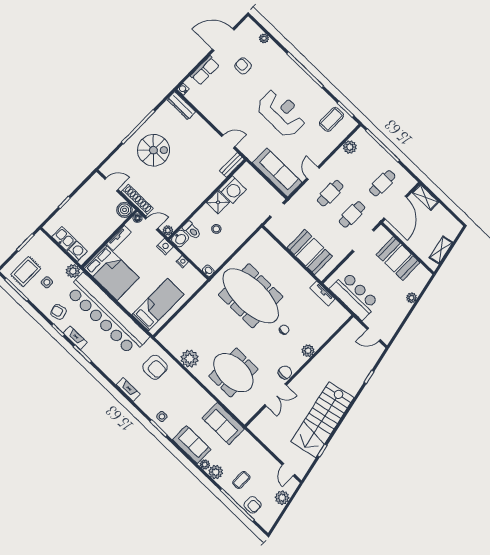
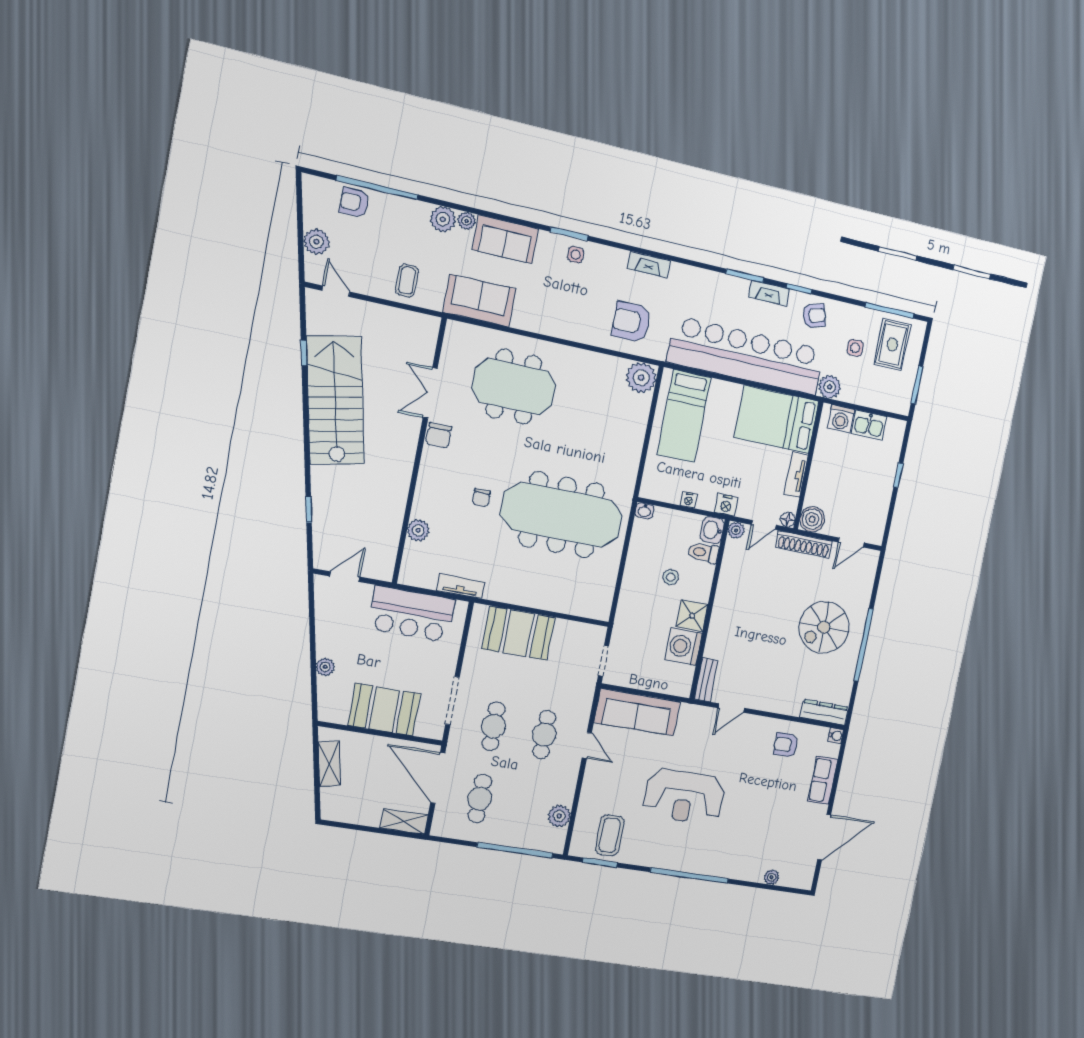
armchair: (243, 66) -> (786, 745), moved, turned 180
plant: (308, 351) -> (418, 530), moved
plant: (190, 359) -> (641, 378), moved
coffee table: (241, 480) -> (407, 281), moved

